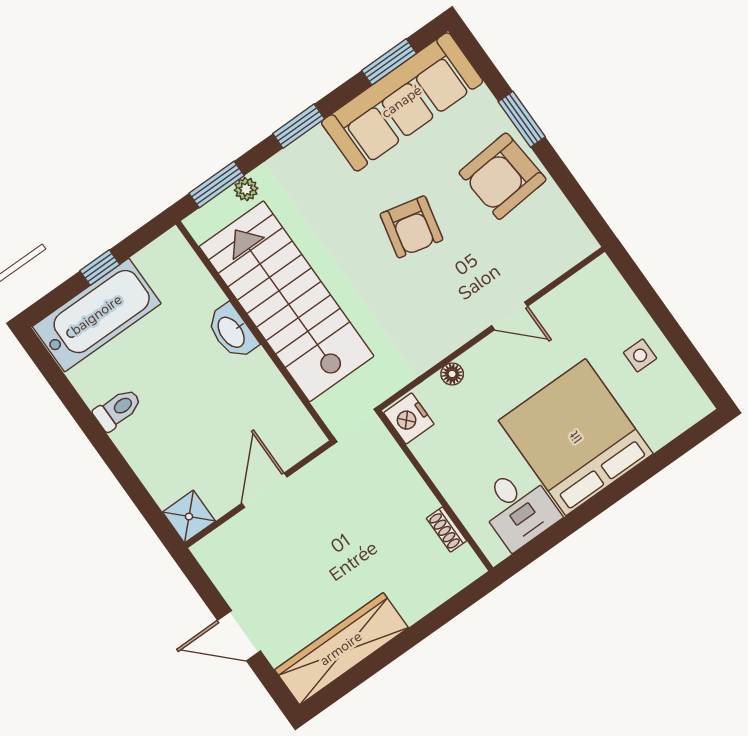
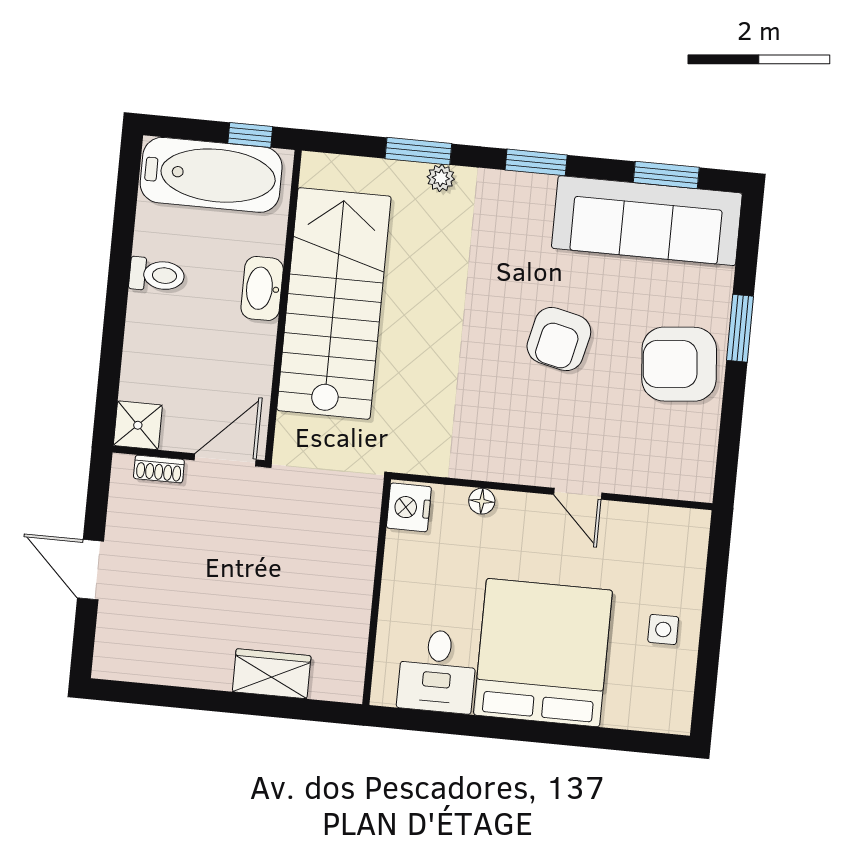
stairs: (286, 301) -> (334, 303), moved
wall: (255, 331) -> (283, 305), moved
washbasin: (232, 332) -> (262, 288), moved
shoe rack: (446, 529) -> (159, 469), moved, turned -90
wardrobe: (341, 649) -> (272, 674), moved, width x0.48, depth x0.85

